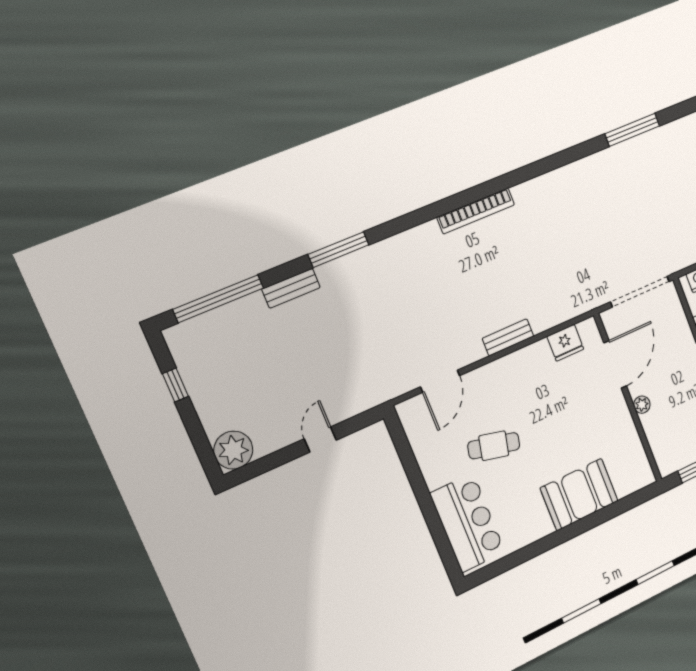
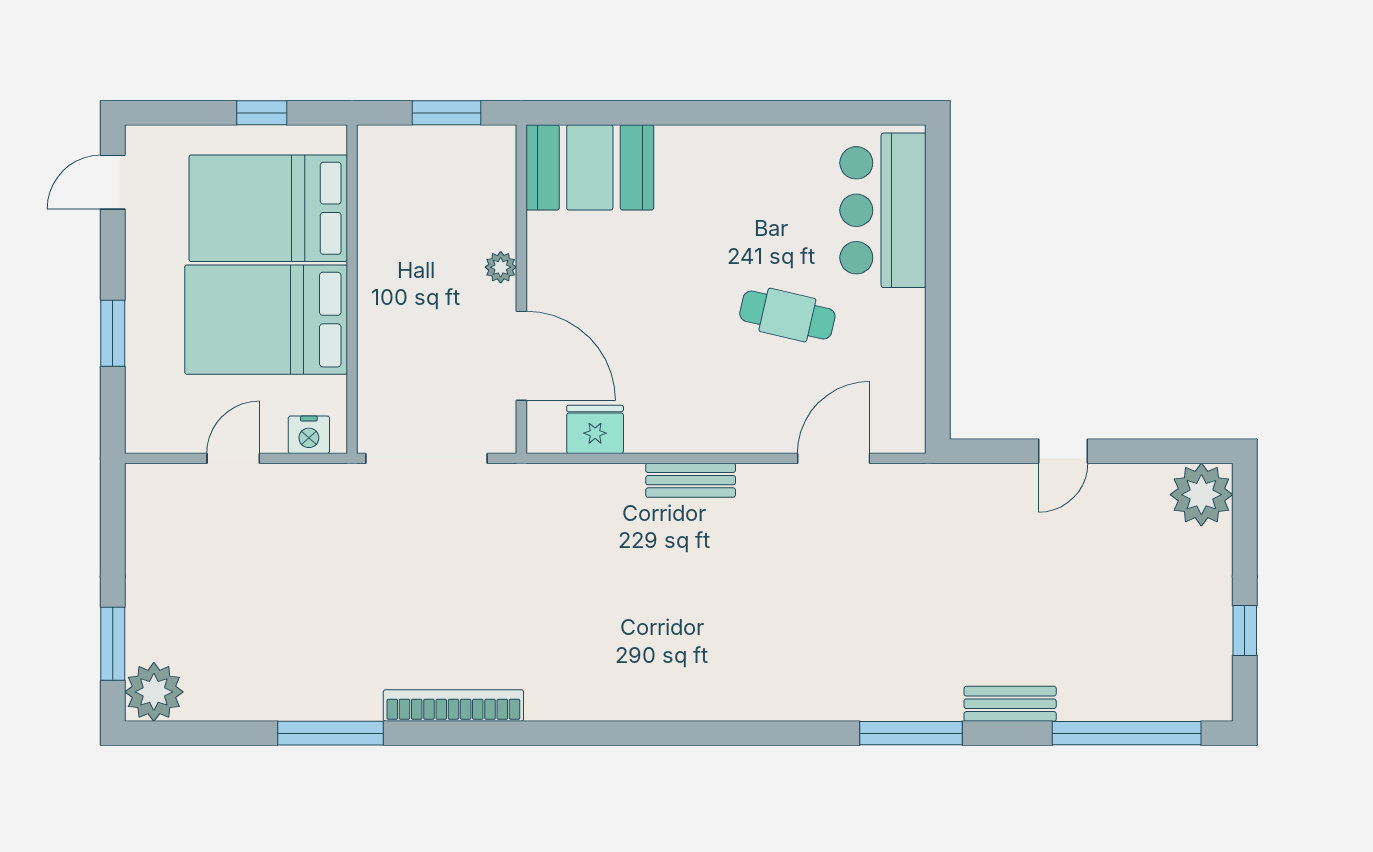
bookcase: (476, 211) -> (453, 705), moved
door: (615, 364) -> (521, 356), swing flipped
booth: (579, 495) -> (590, 167), moved

